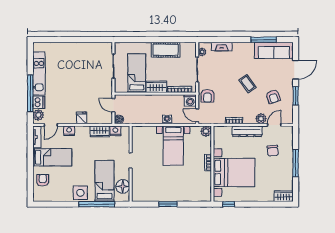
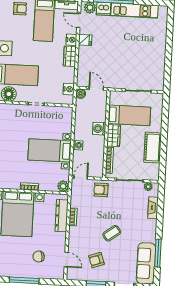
washing machine: (190, 101) -> (99, 129), moved
door: (113, 105) -> (96, 89), hinge flipped
fridge: (82, 118) -> (85, 40), moved
plant: (261, 119) -> (74, 246), removed
wardrobe: (100, 131) -> (70, 56), moved
dresser: (247, 131) -> (62, 216), moved

